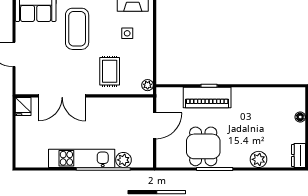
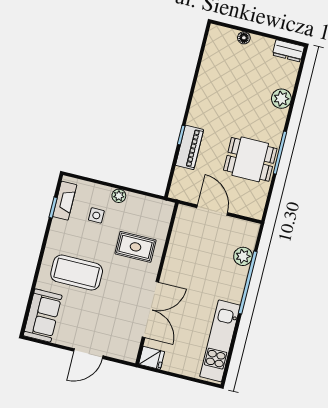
plant: (148, 85) -> (119, 196), moved
piano: (207, 98) -> (190, 147), width x0.73, depth x0.75
kitchen unit: (82, 158) -> (220, 341), moved

